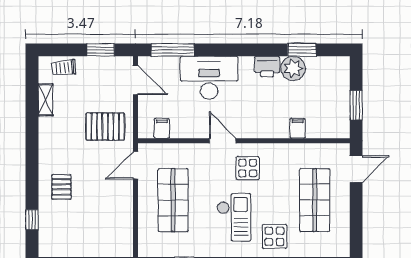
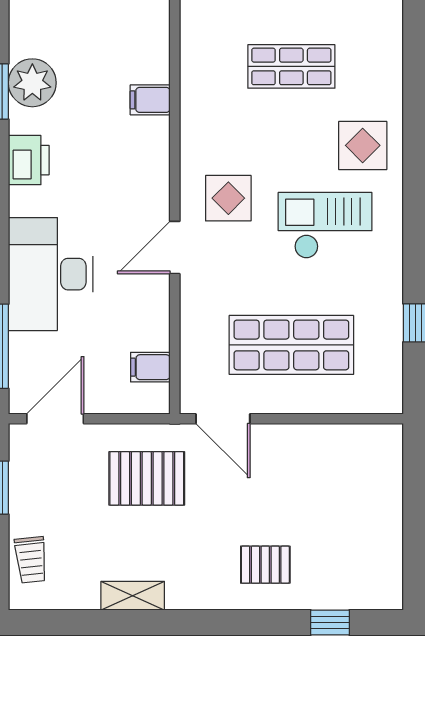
plant: (293, 68) -> (32, 83), moved
shelving: (46, 100) -> (133, 596), moved
pallet: (105, 127) -> (147, 478), turned 90
shop shelf: (315, 200) -> (291, 66), width x0.70, depth x0.74

